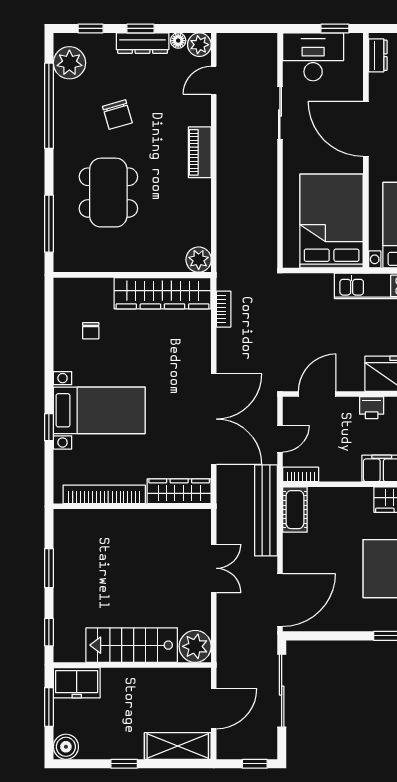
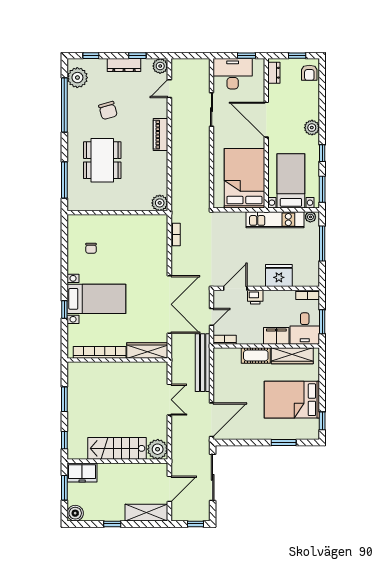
window: (140, 28) -> (137, 56), moved
floor lamp: (178, 41) -> (147, 63), removed
wardrobe: (162, 293) -> (137, 224), removed
printer: (372, 408) -> (255, 297), moved
cot: (295, 510) -> (256, 355), moved, turned 90

